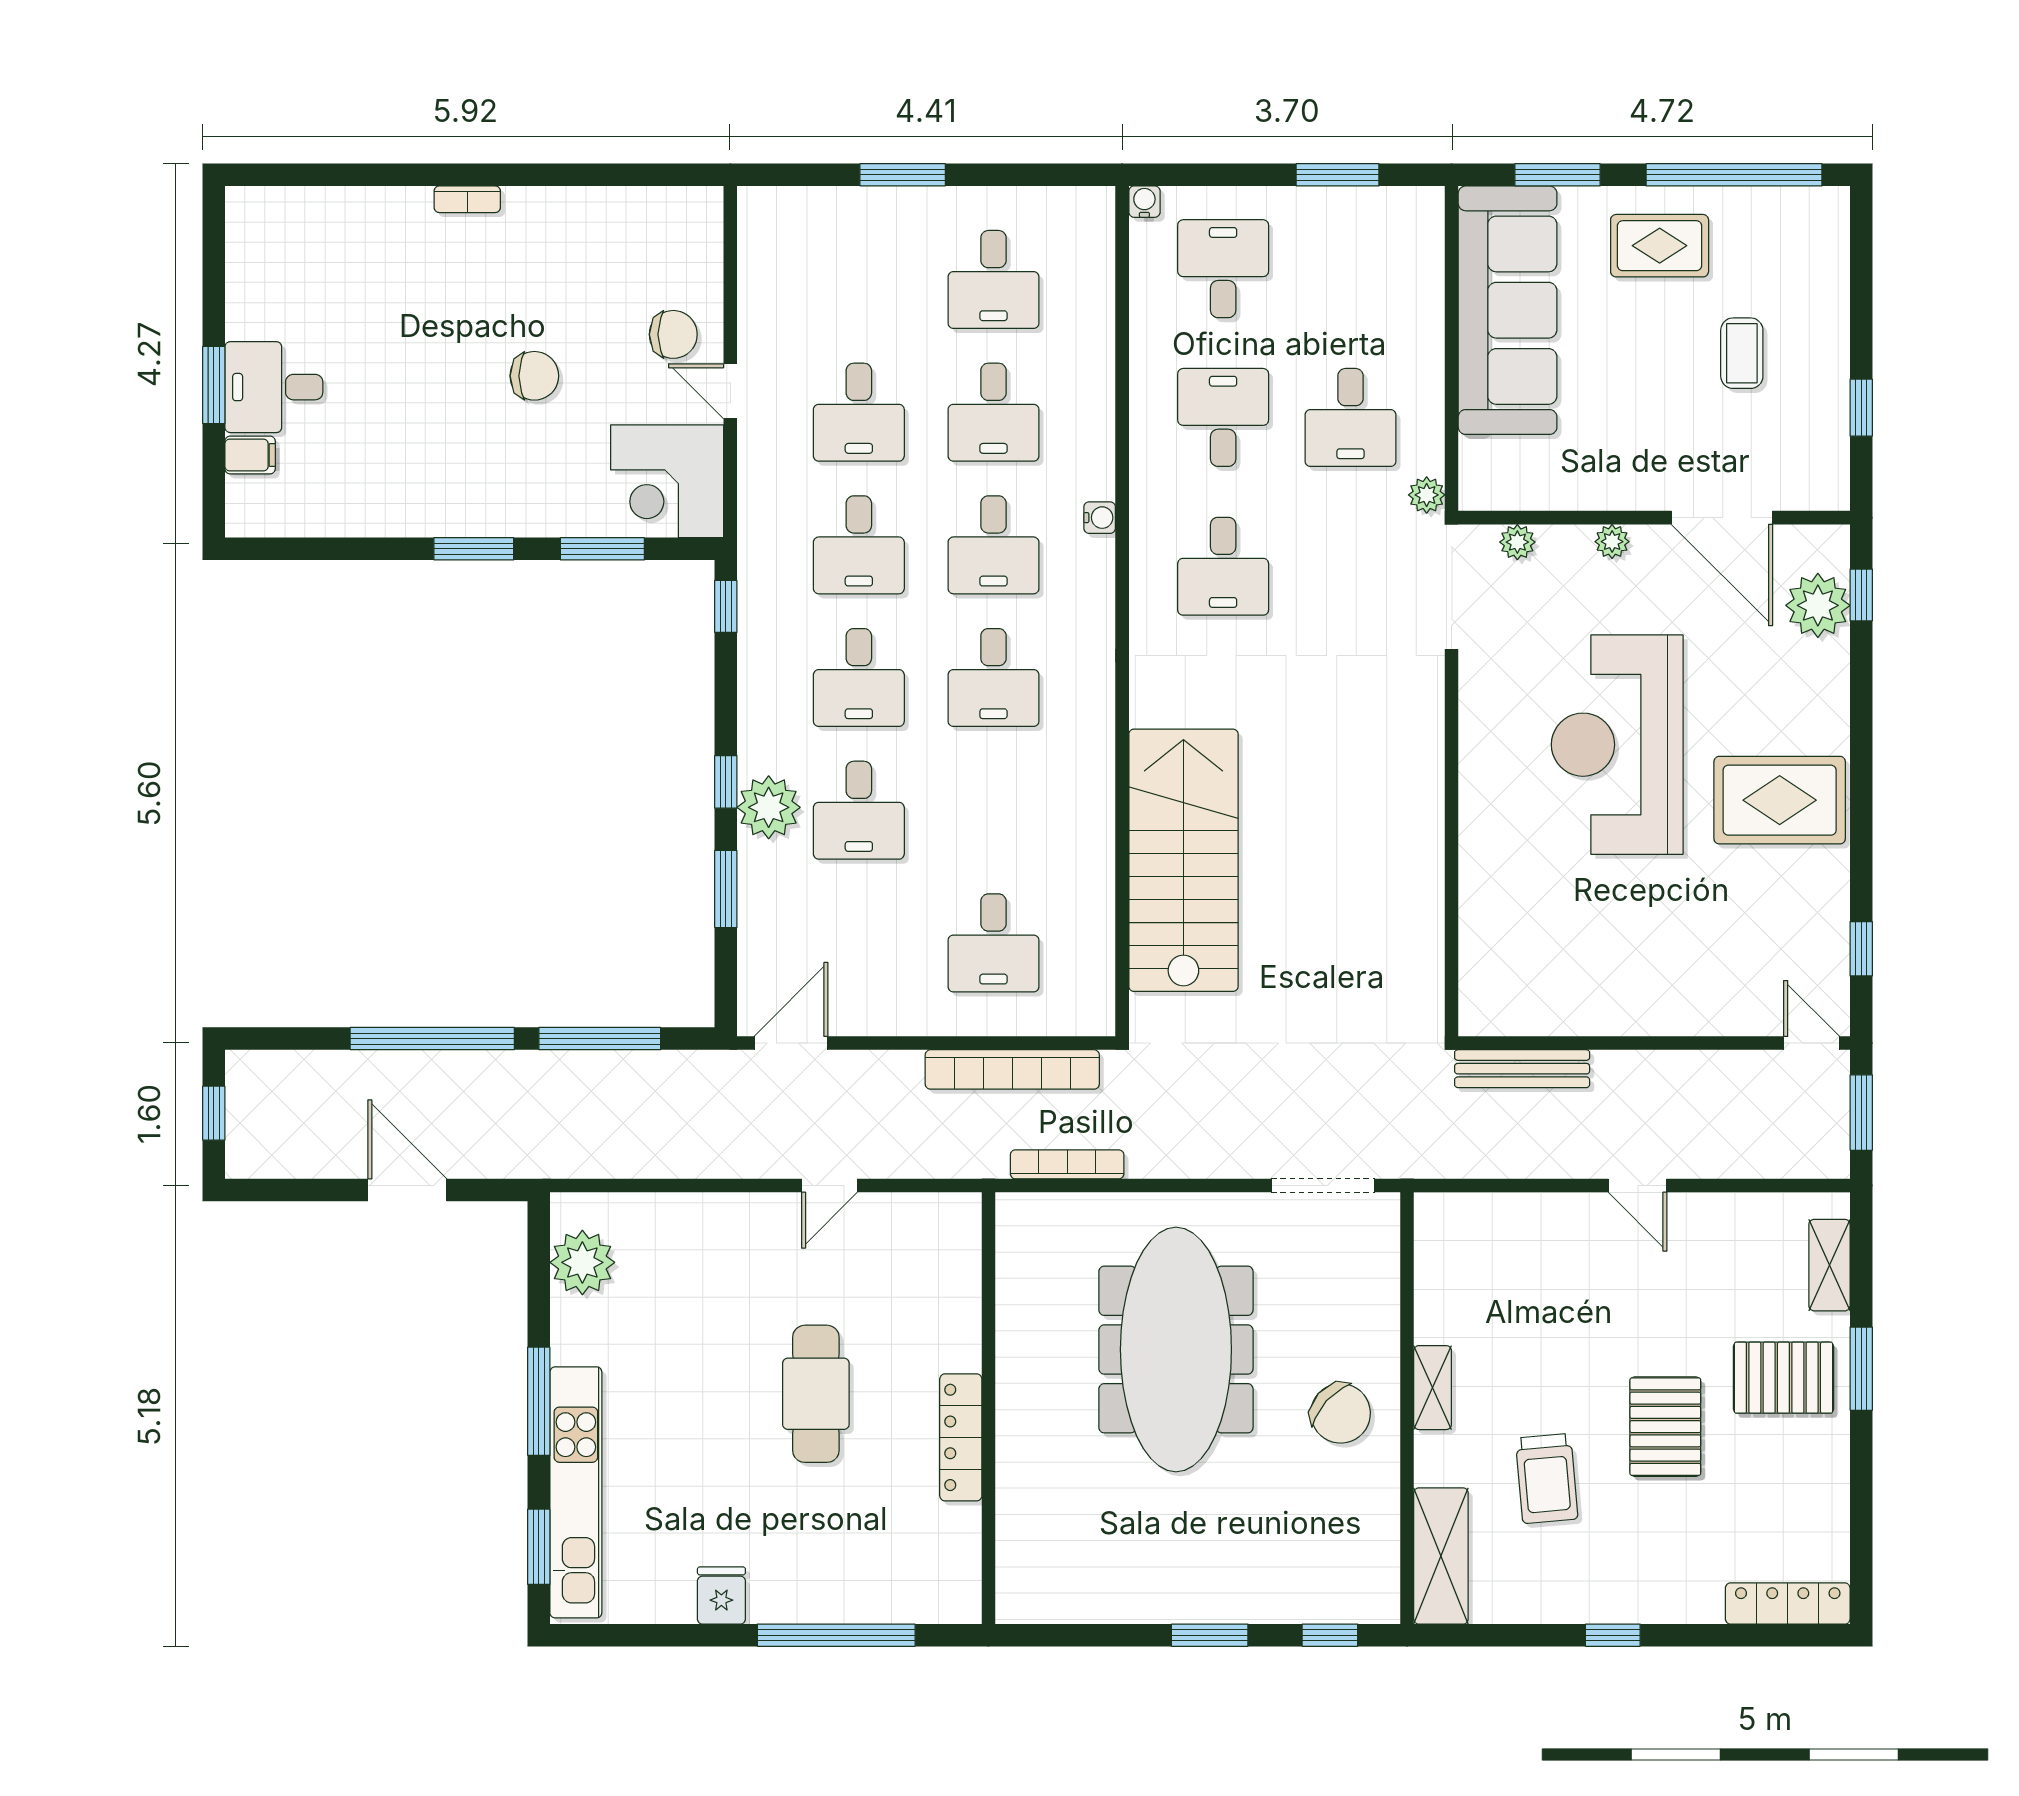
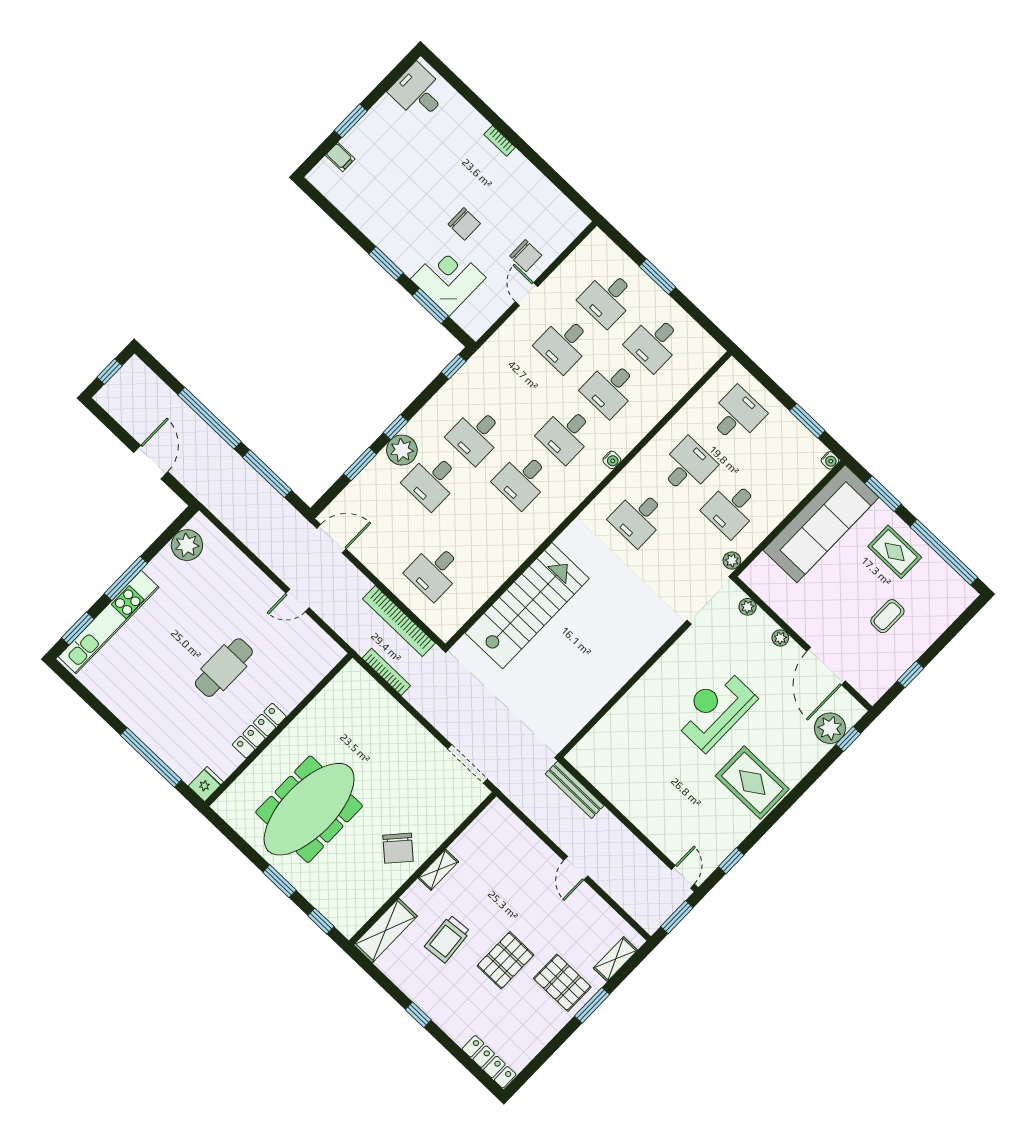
water cooler: (1144, 202) -> (830, 460), moved, turned 90
desk: (274, 387) -> (418, 92), moved
corner desk: (667, 481) -> (448, 278), moved, turned 90
desk: (859, 545) -> (608, 298), moved
reception desk: (1617, 745) -> (715, 710), width x0.74, depth x0.77
meeting table: (1176, 1349) -> (309, 809), moved
fridge: (721, 1595) -> (206, 784), moved

